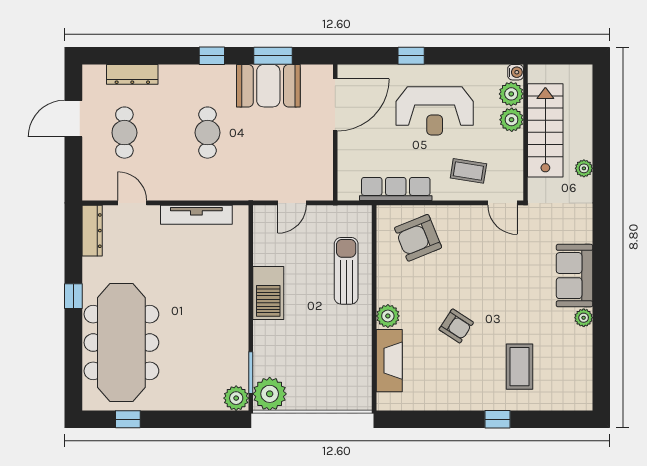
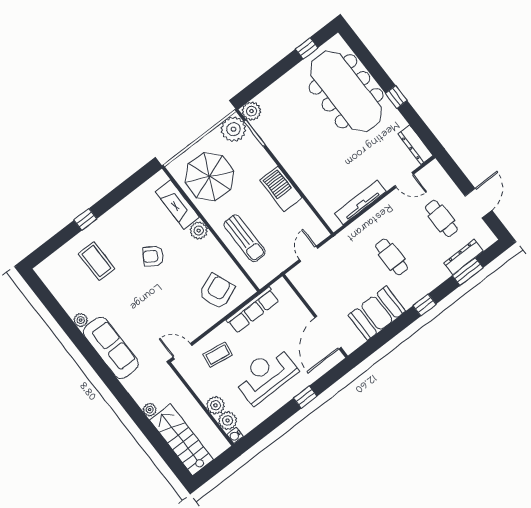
window: (273, 56) -> (468, 272), moved
stairs: (545, 130) -> (181, 440), moved, turned 180
sofa: (574, 276) -> (111, 348), width x1.36
parasol: (333, 364) -> (209, 177), added

